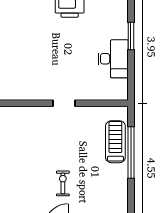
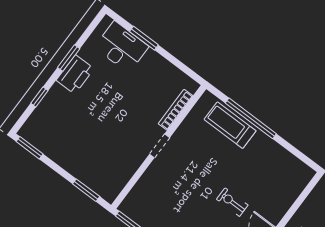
desk: (113, 59) -> (122, 47), moved
bookcase: (98, 96) -> (176, 110), added

